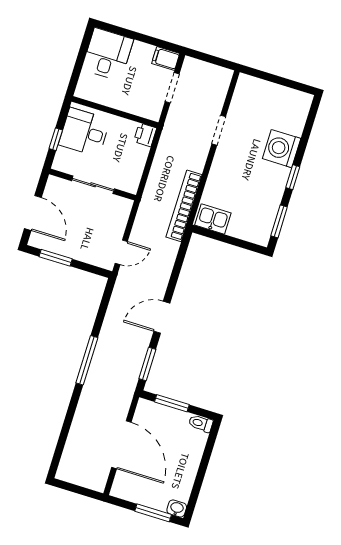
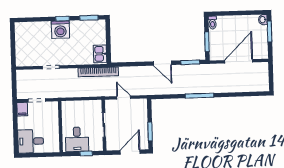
printer: (145, 135) -> (67, 106), removed
washing machine: (282, 149) -> (60, 30), moved
door: (121, 252) -> (124, 97), moved

